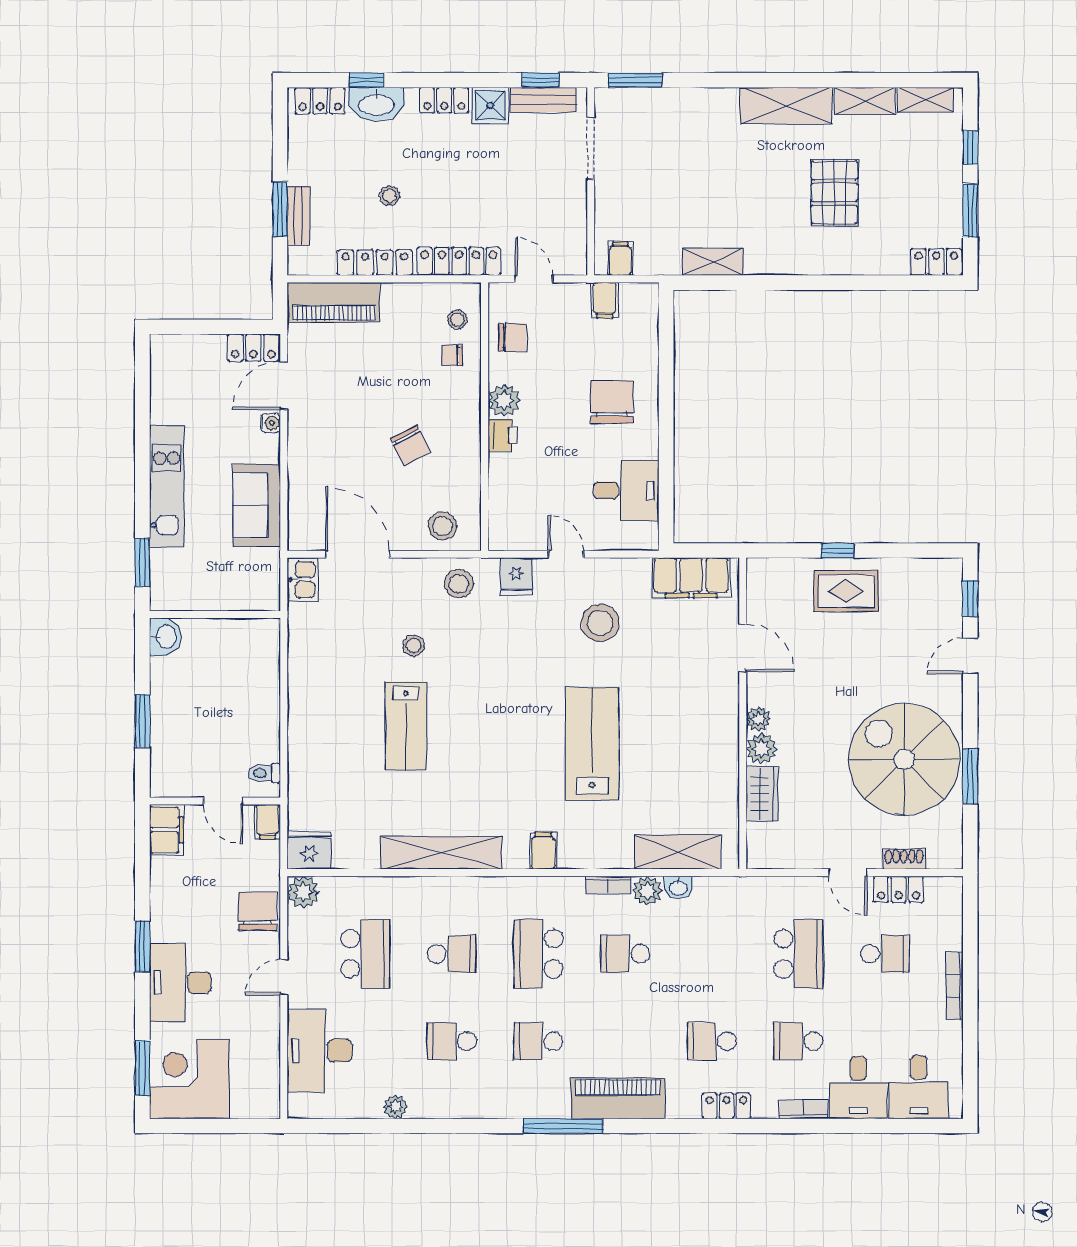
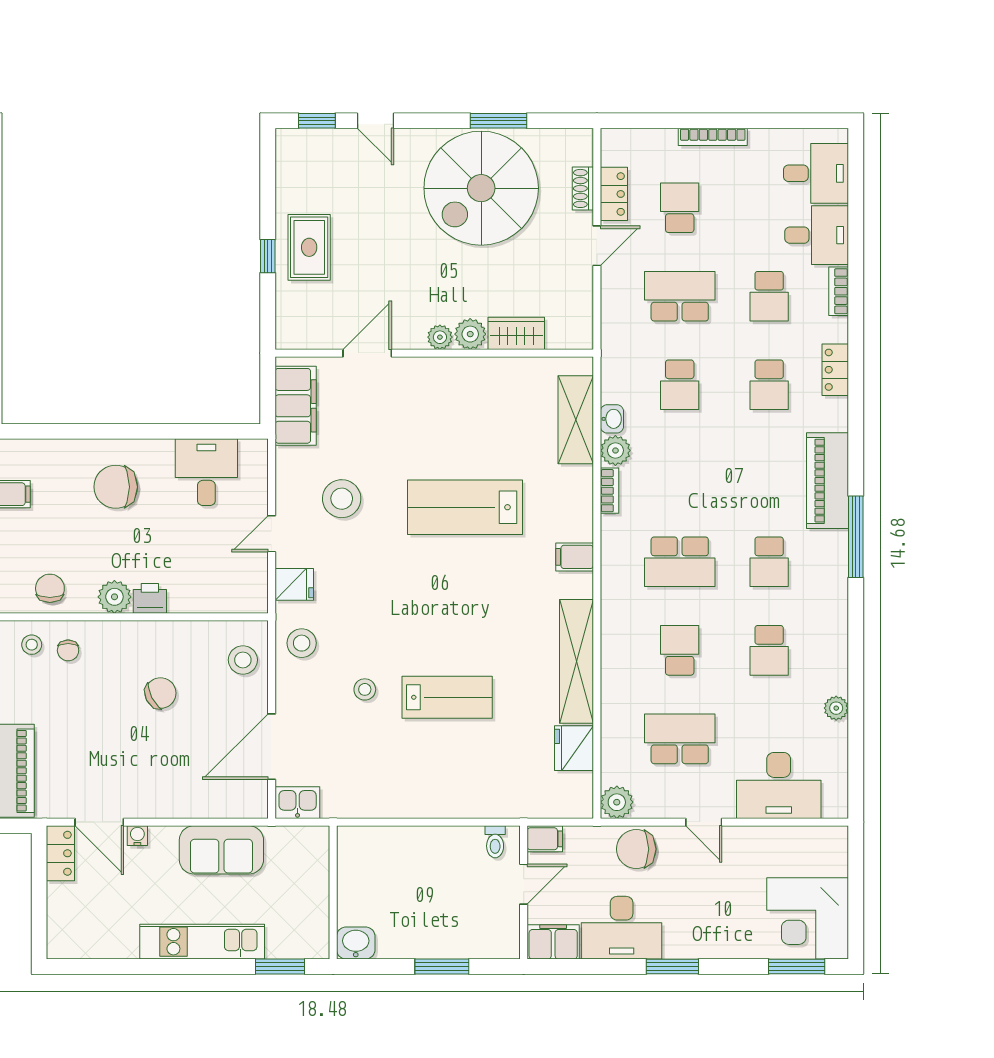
fridge: (309, 850) -> (574, 748), moved
school desk: (625, 954) -> (680, 385), moved
desk: (180, 983) -> (622, 928), moved

